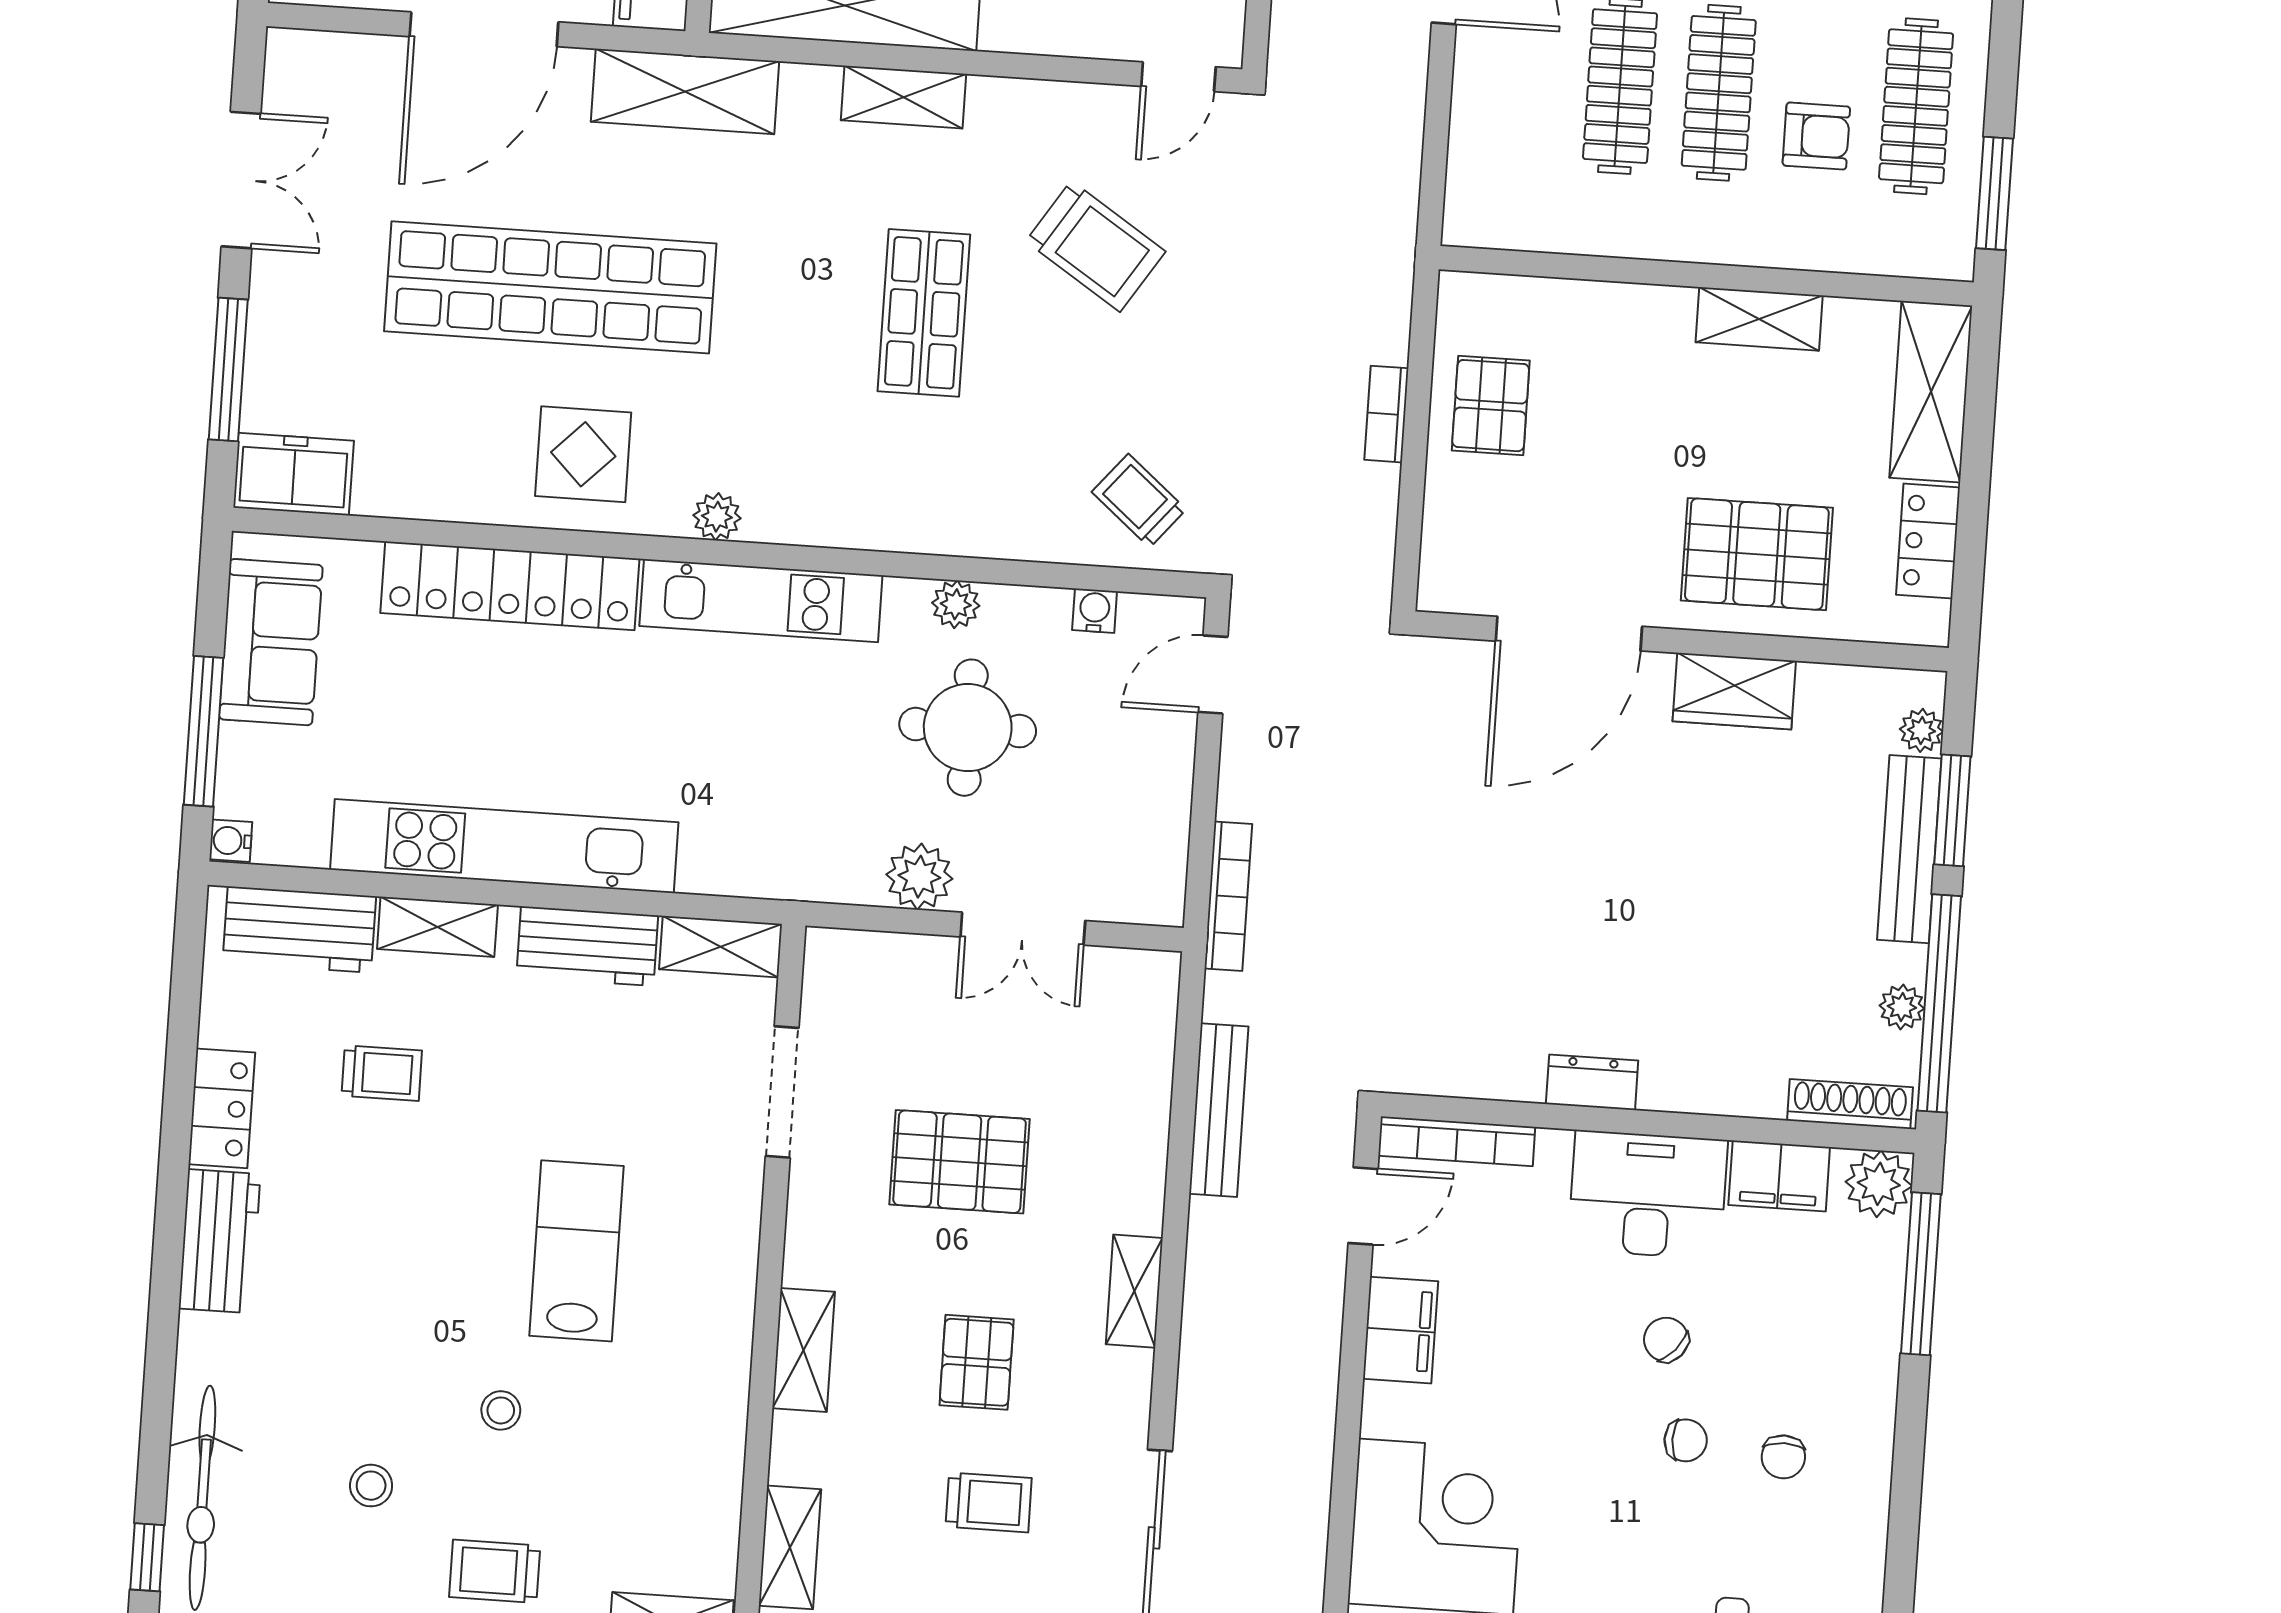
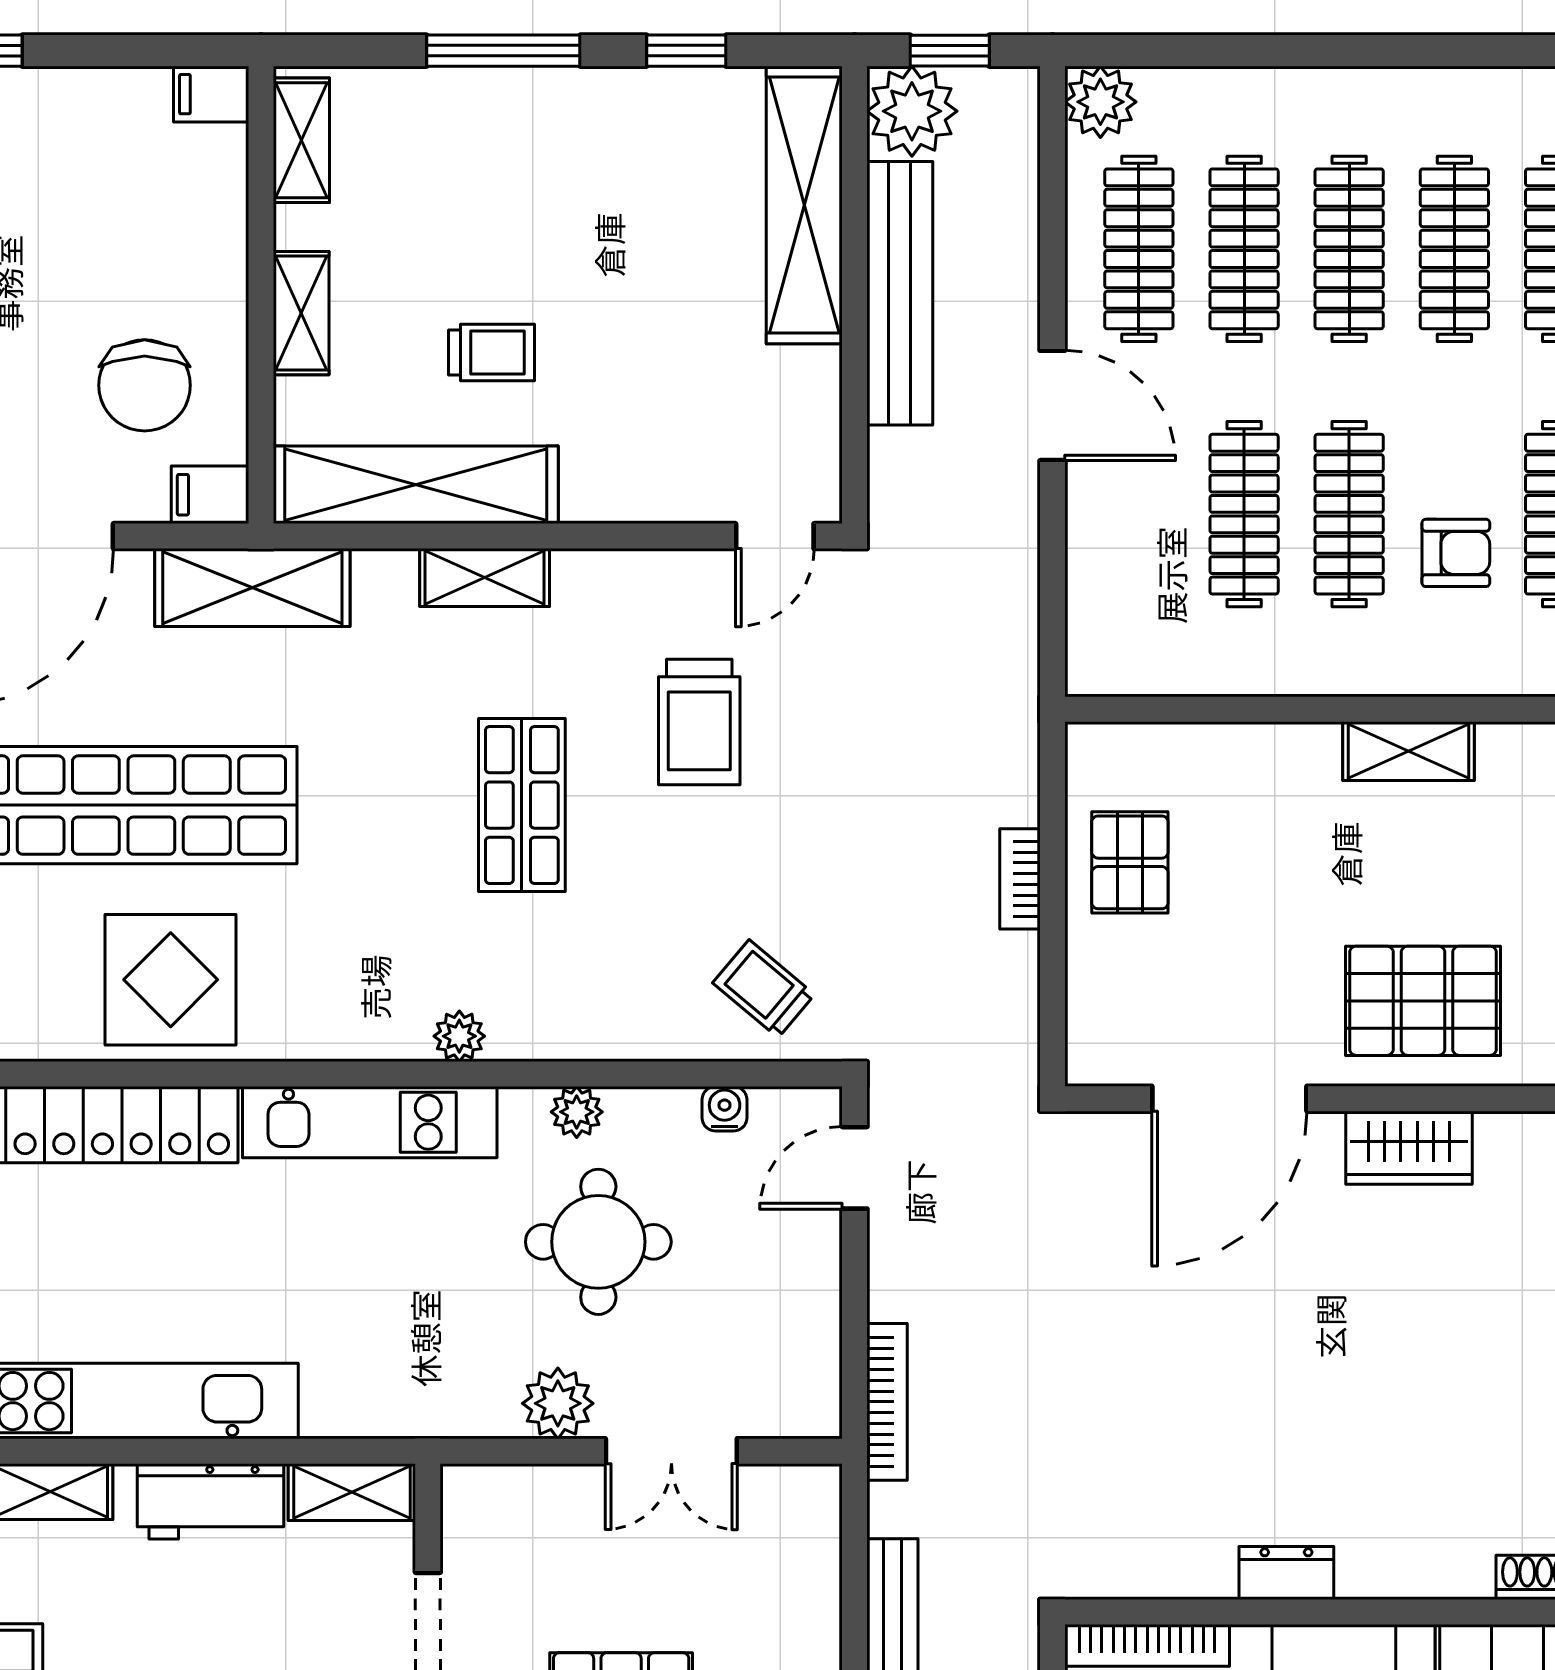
trolley: (1096, 246) -> (699, 722), turned 57
display table: (583, 454) -> (171, 980), width x1.36, depth x1.36
plant: (717, 517) -> (459, 1036), moved

